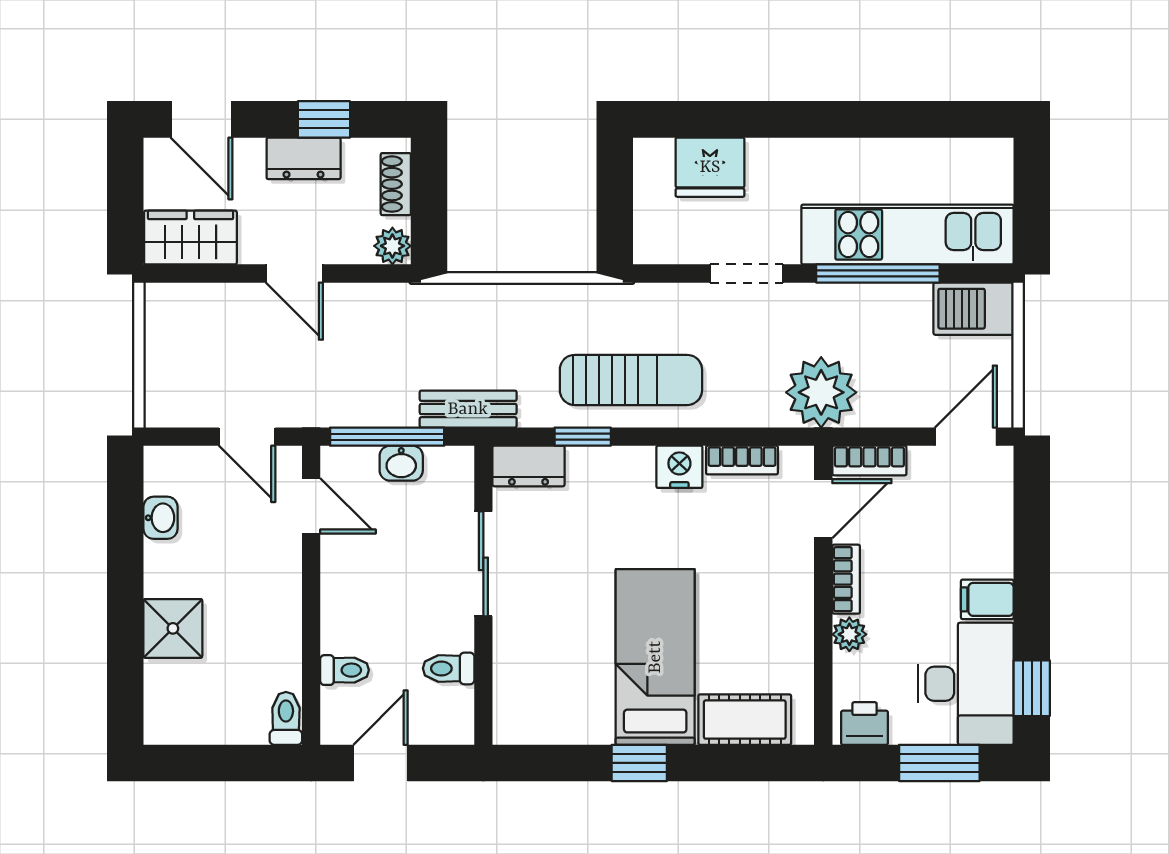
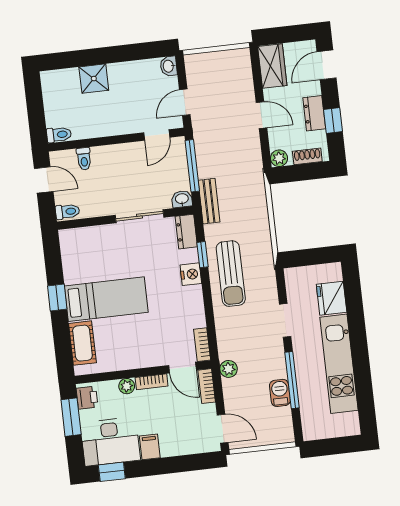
kitchen unit: (907, 234) -> (339, 364), moved, turned 180
door: (294, 273) -> (261, 115), swing flipped
barbecue: (974, 309) -> (280, 393), moved, width x0.73, depth x0.79
plant: (821, 392) -> (229, 369), width x0.53, depth x0.53
bookcase: (742, 460) -> (202, 345), moved
washbasin: (401, 463) -> (182, 199), moved, turned 90
nightstand: (679, 467) -> (191, 274), moved
washbasin: (161, 518) -> (169, 66), moved, turned 90
toilet: (449, 668) -> (68, 212), moved, turned 90
window: (939, 763) -> (71, 417), moved

